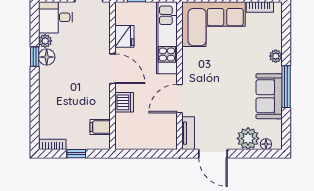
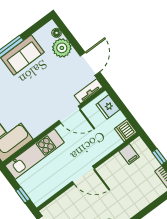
fridge: (124, 36) -> (108, 107), moved, turned -90
door: (113, 69) -> (83, 175), swing flipped
dishwasher: (124, 102) -> (126, 130), moved, turned -90

